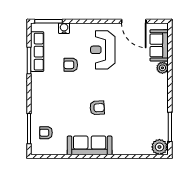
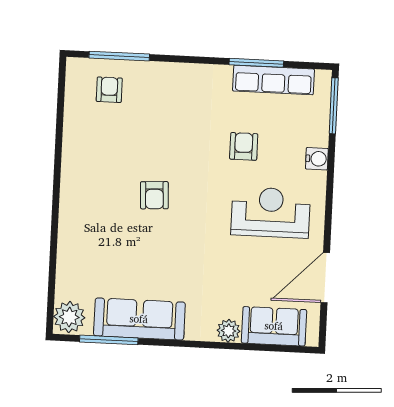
water cooler: (64, 28) -> (317, 159), moved
sofa: (90, 145) -> (139, 319), moved, turned -90

